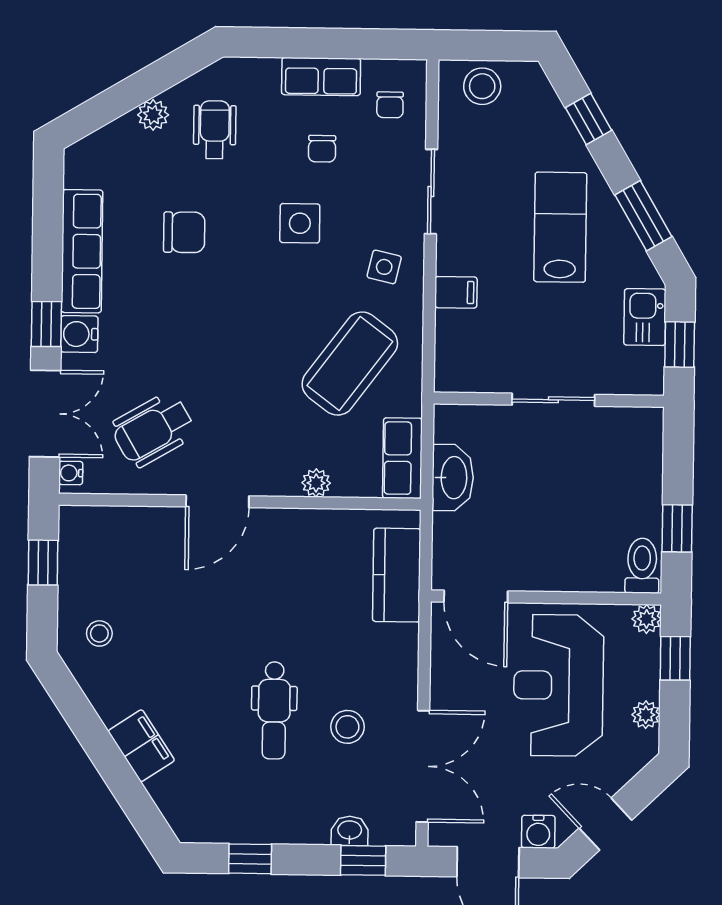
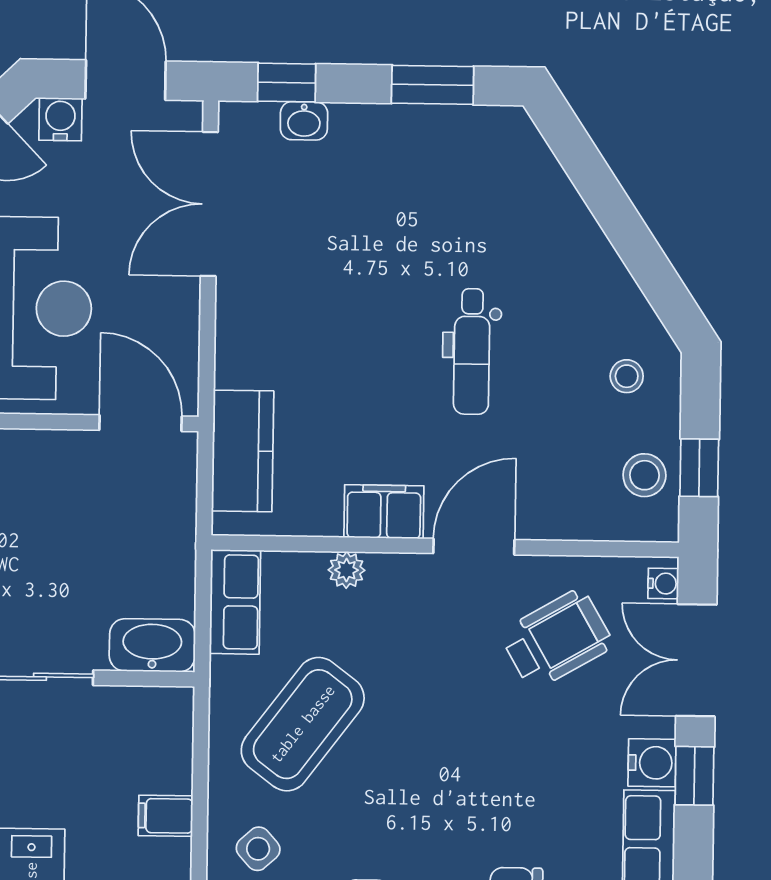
side table: (384, 267) -> (258, 849), turned 35
washbasin: (453, 478) -> (152, 645), moved, turned 90
dental chair: (274, 710) -> (472, 352), moved, turned 180
stool: (347, 727) -> (644, 475), moved
filing cabinet: (141, 746) -> (384, 512), moved, turned 124
window: (250, 859) -> (433, 85), width x1.50

